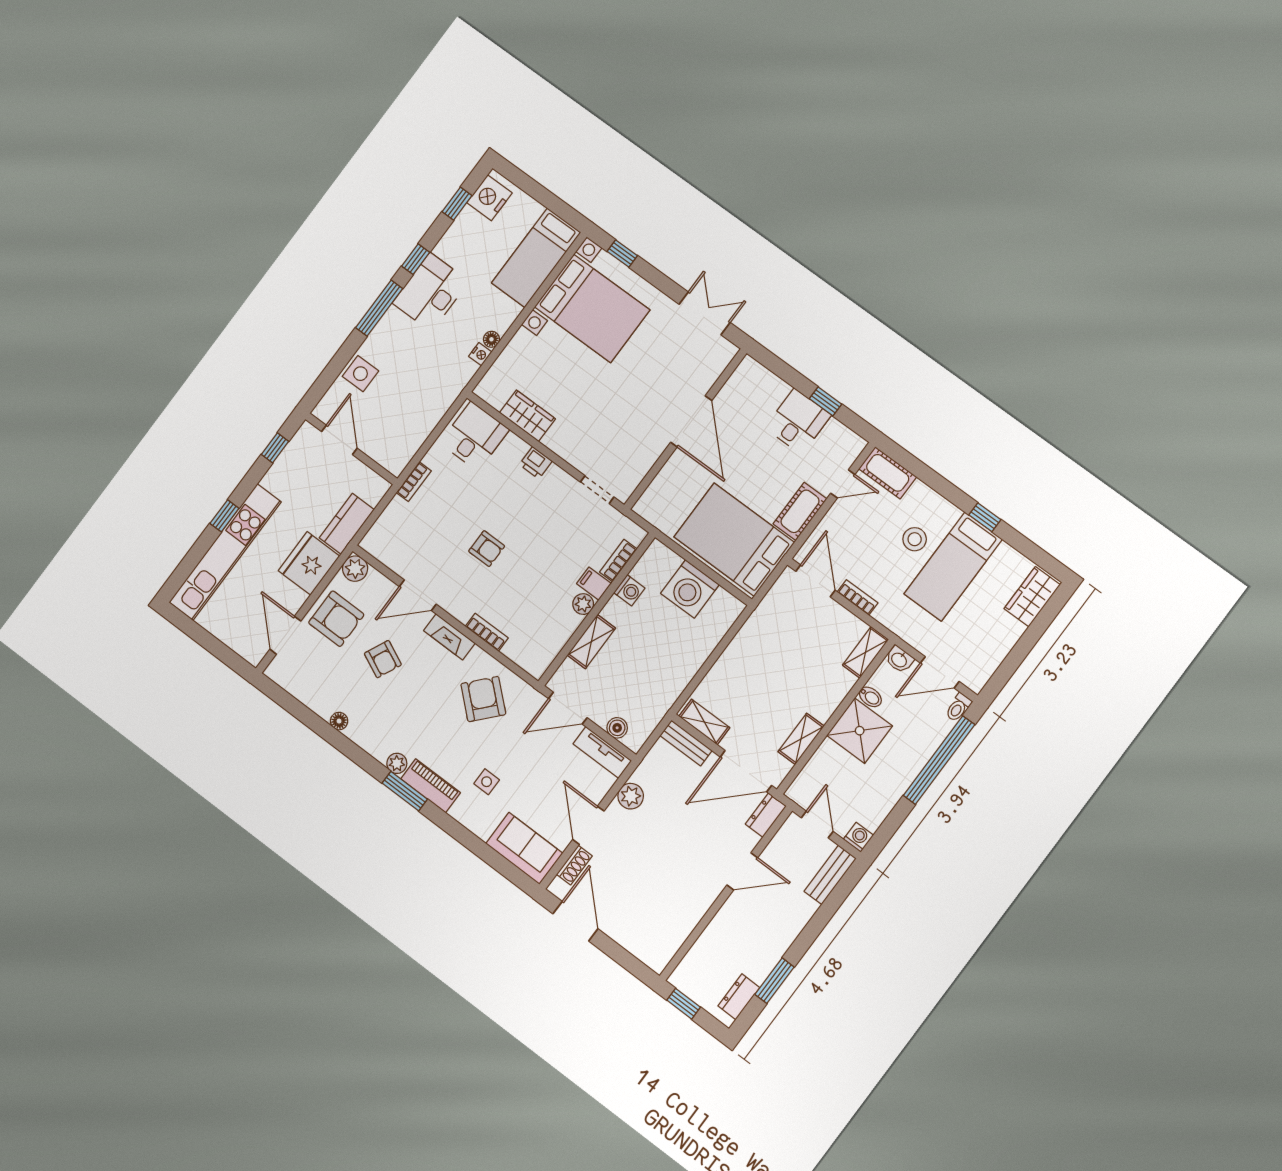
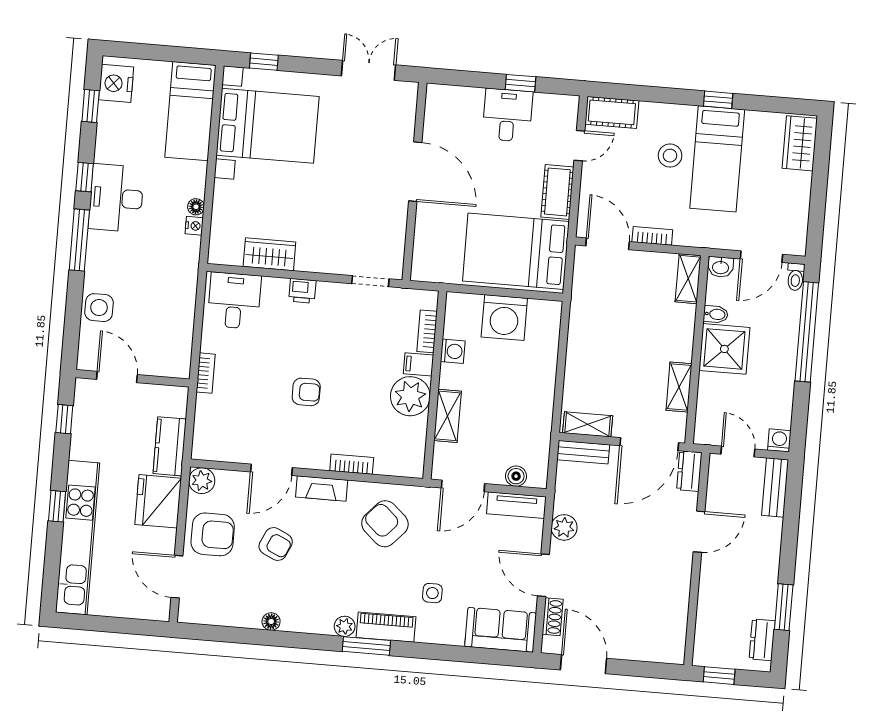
plant: (583, 604) -> (410, 396), width x1.87, depth x1.87

